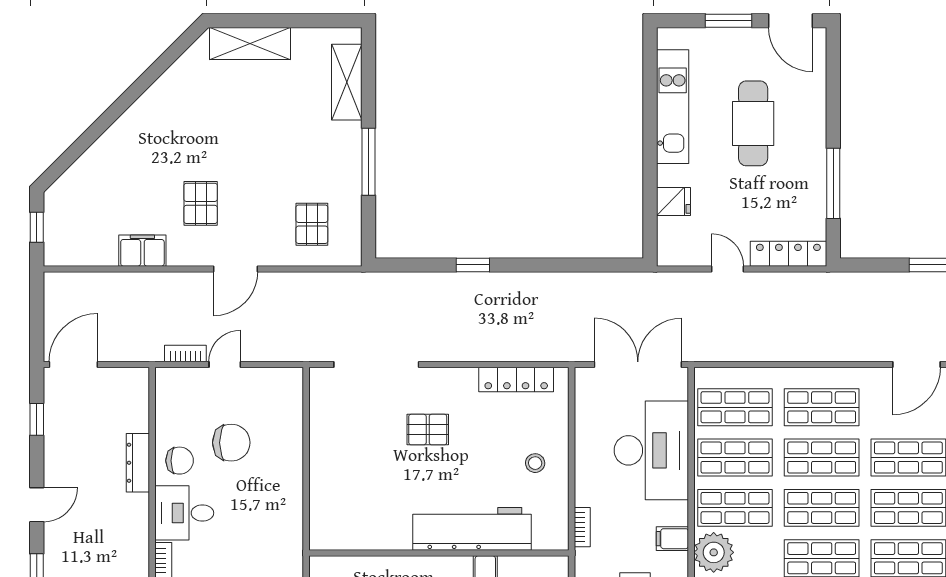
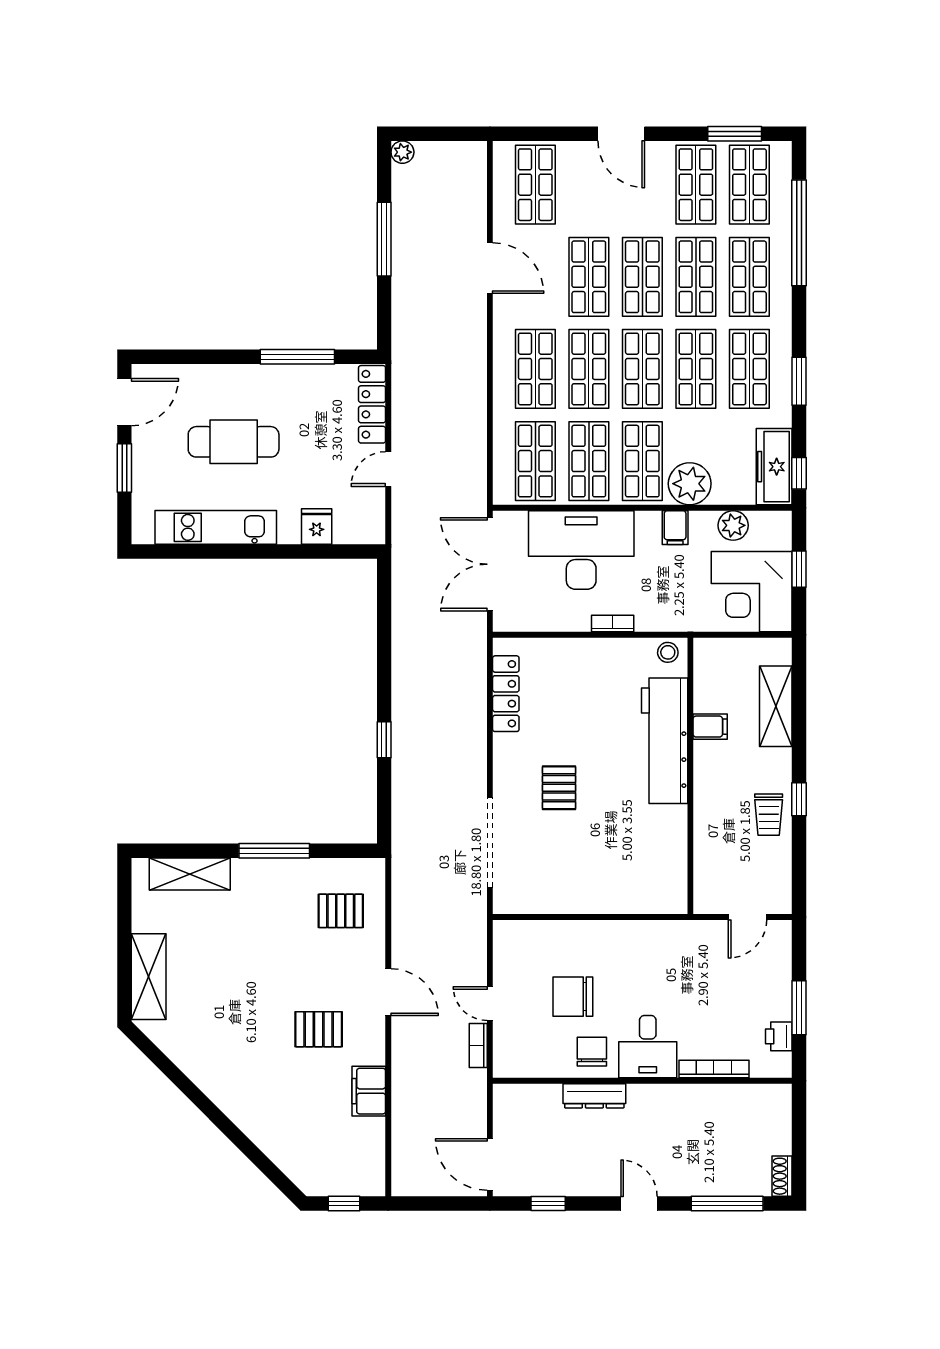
chair: (231, 443) -> (573, 997), turned -90
stool: (535, 463) -> (668, 652), moved
bookcase: (582, 527) -> (613, 624), moved

